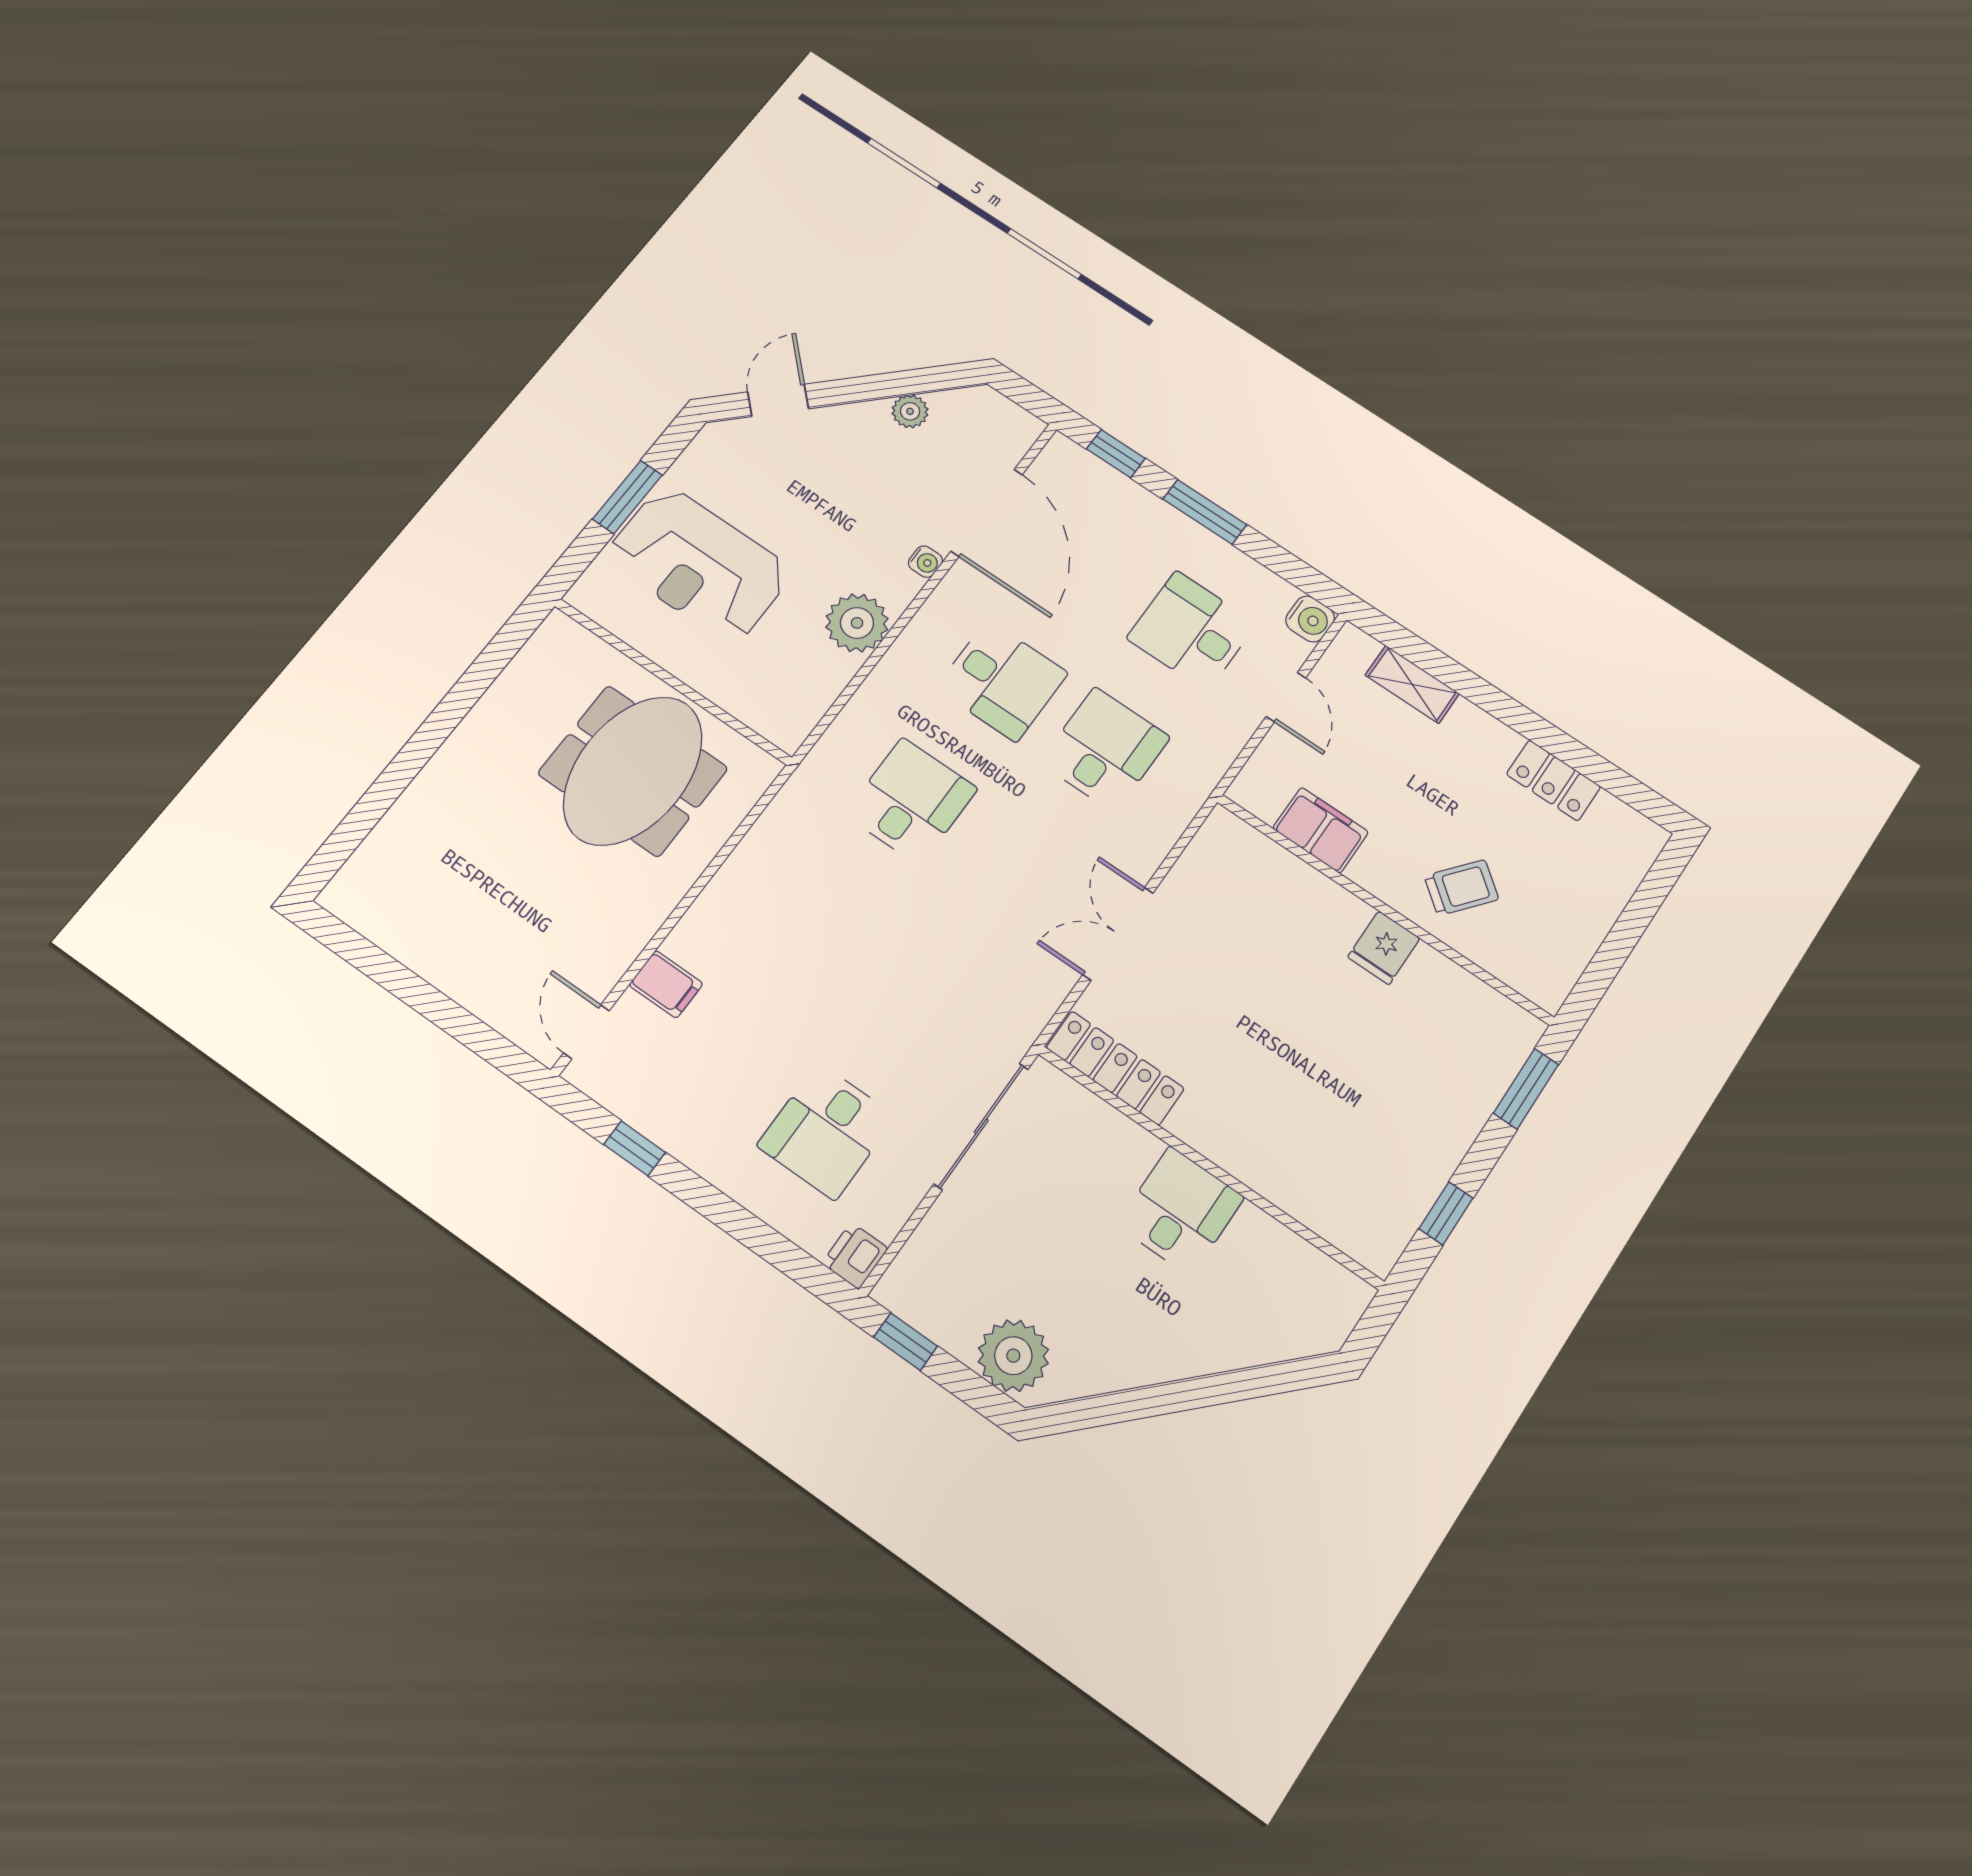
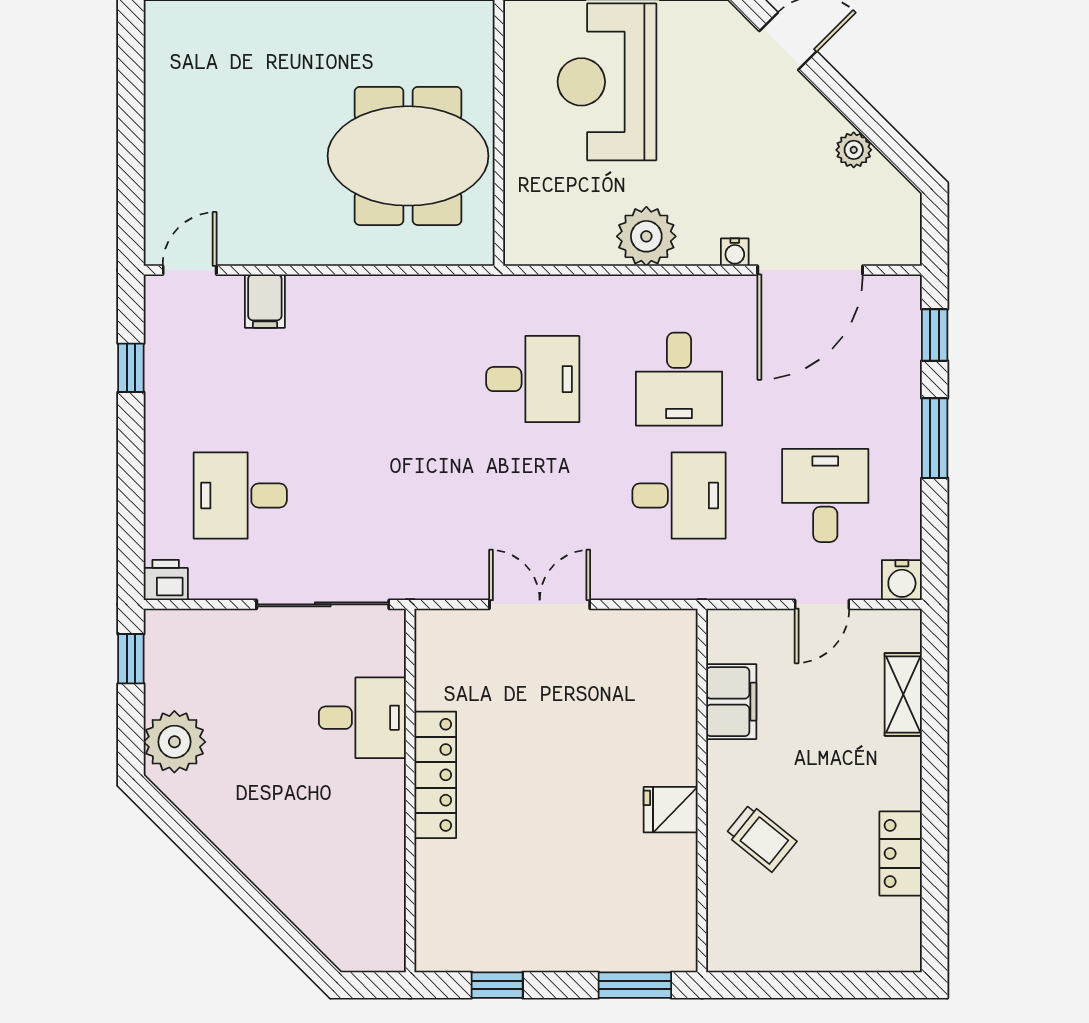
locker: (1115, 1068) -> (435, 775), moved
desk: (1180, 1211) -> (362, 718), moved

